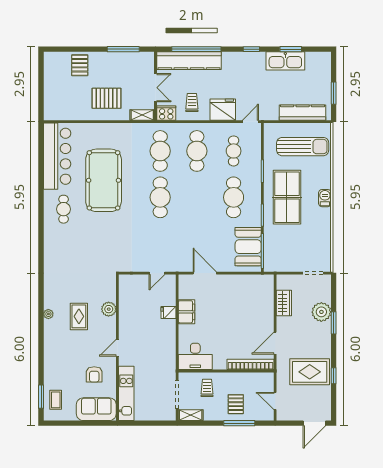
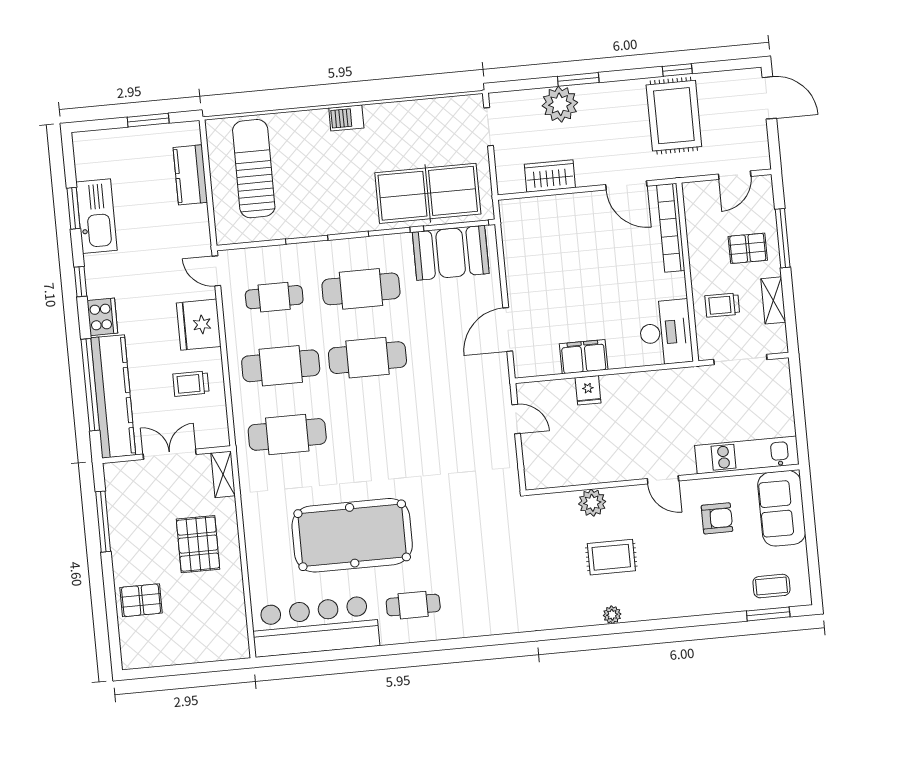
cooker: (166, 113) -> (102, 317), moved, turned 180
kitchen counter: (303, 113) -> (190, 175), width x0.67
cafe table: (160, 197) -> (367, 358), moved
table tennis table: (287, 197) -> (428, 193), moved
shelving: (191, 415) -> (773, 300), moved

